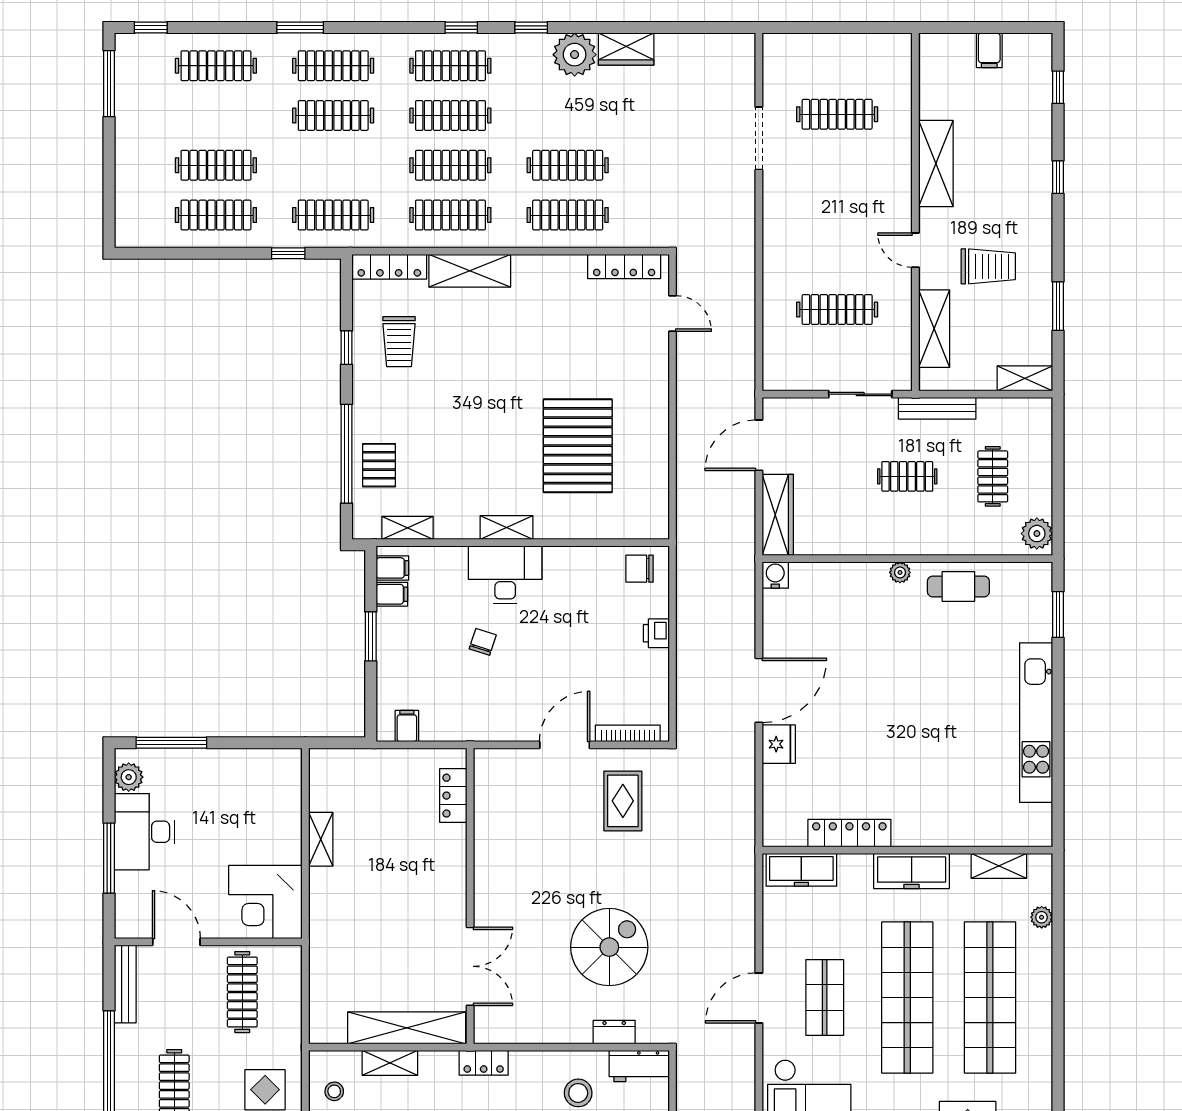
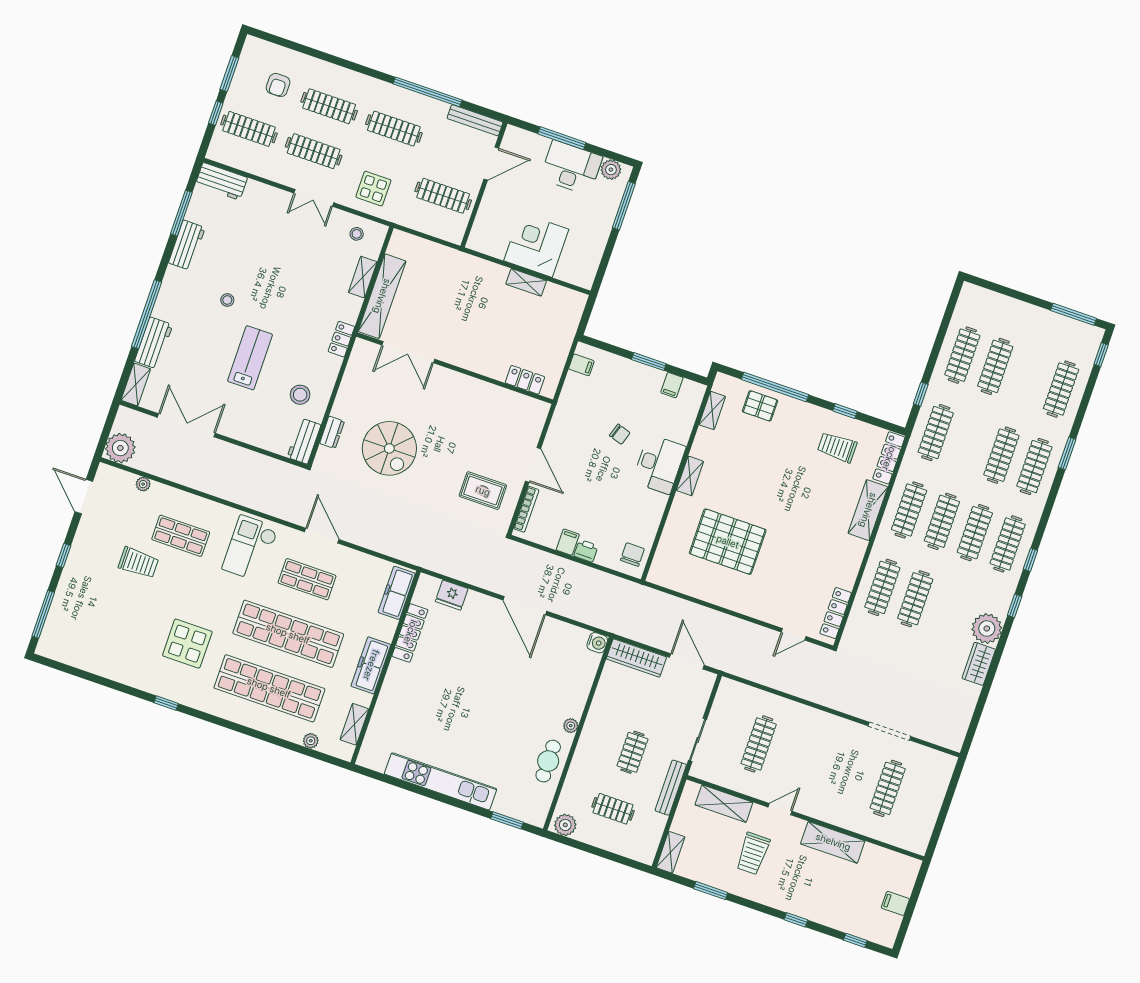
filing cabinet: (392, 568) -> (568, 542), moved, turned 180
fridge: (779, 744) -> (452, 595), moved
corner desk: (265, 902) -> (536, 245), moved

